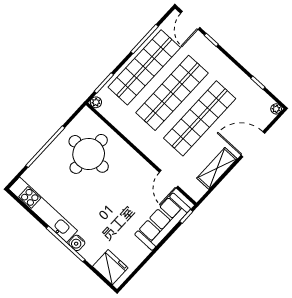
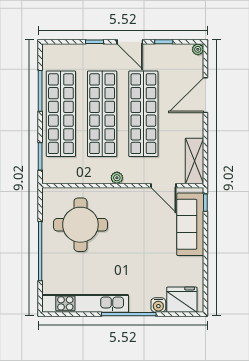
door: (190, 20) -> (130, 42), moved
plant: (96, 102) -> (117, 178), moved
shelving: (217, 168) -> (194, 161), moved
water cooler: (77, 243) -> (158, 305), moved

